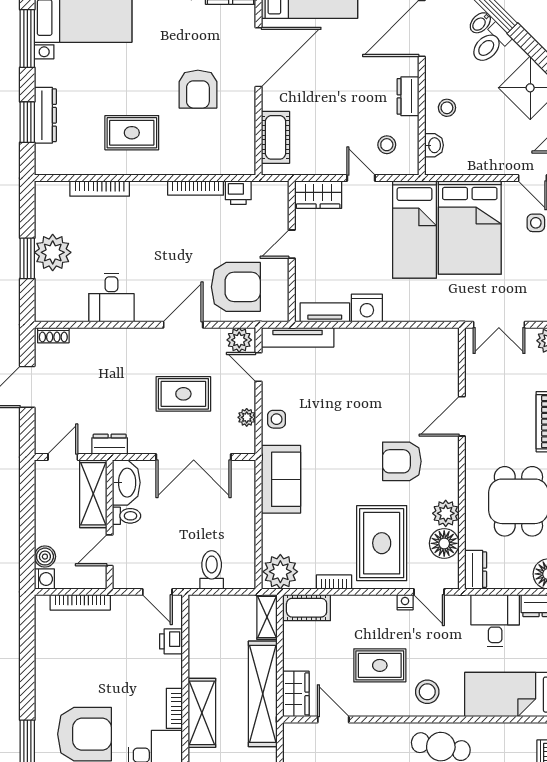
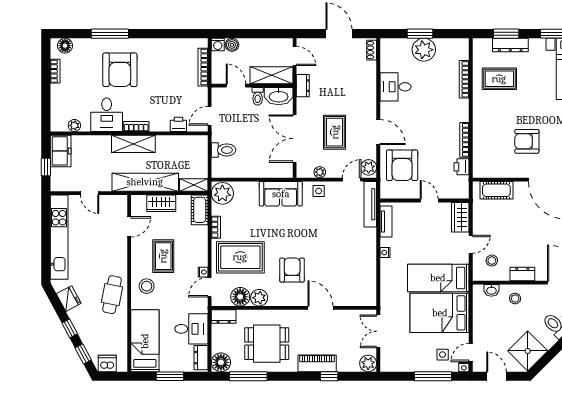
rug: (132, 133) -> (499, 79), moved, turned 90
nightstand: (367, 308) -> (385, 253), width x0.53, depth x0.56
wardrobe: (296, 694) -> (161, 203), moved

